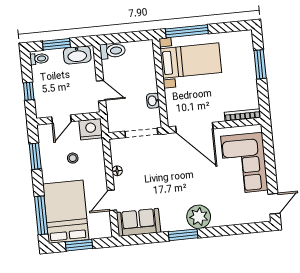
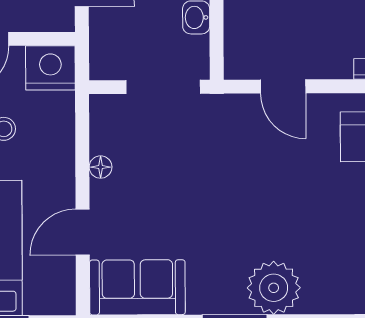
door: (194, 127) -> (283, 86), width x0.53

